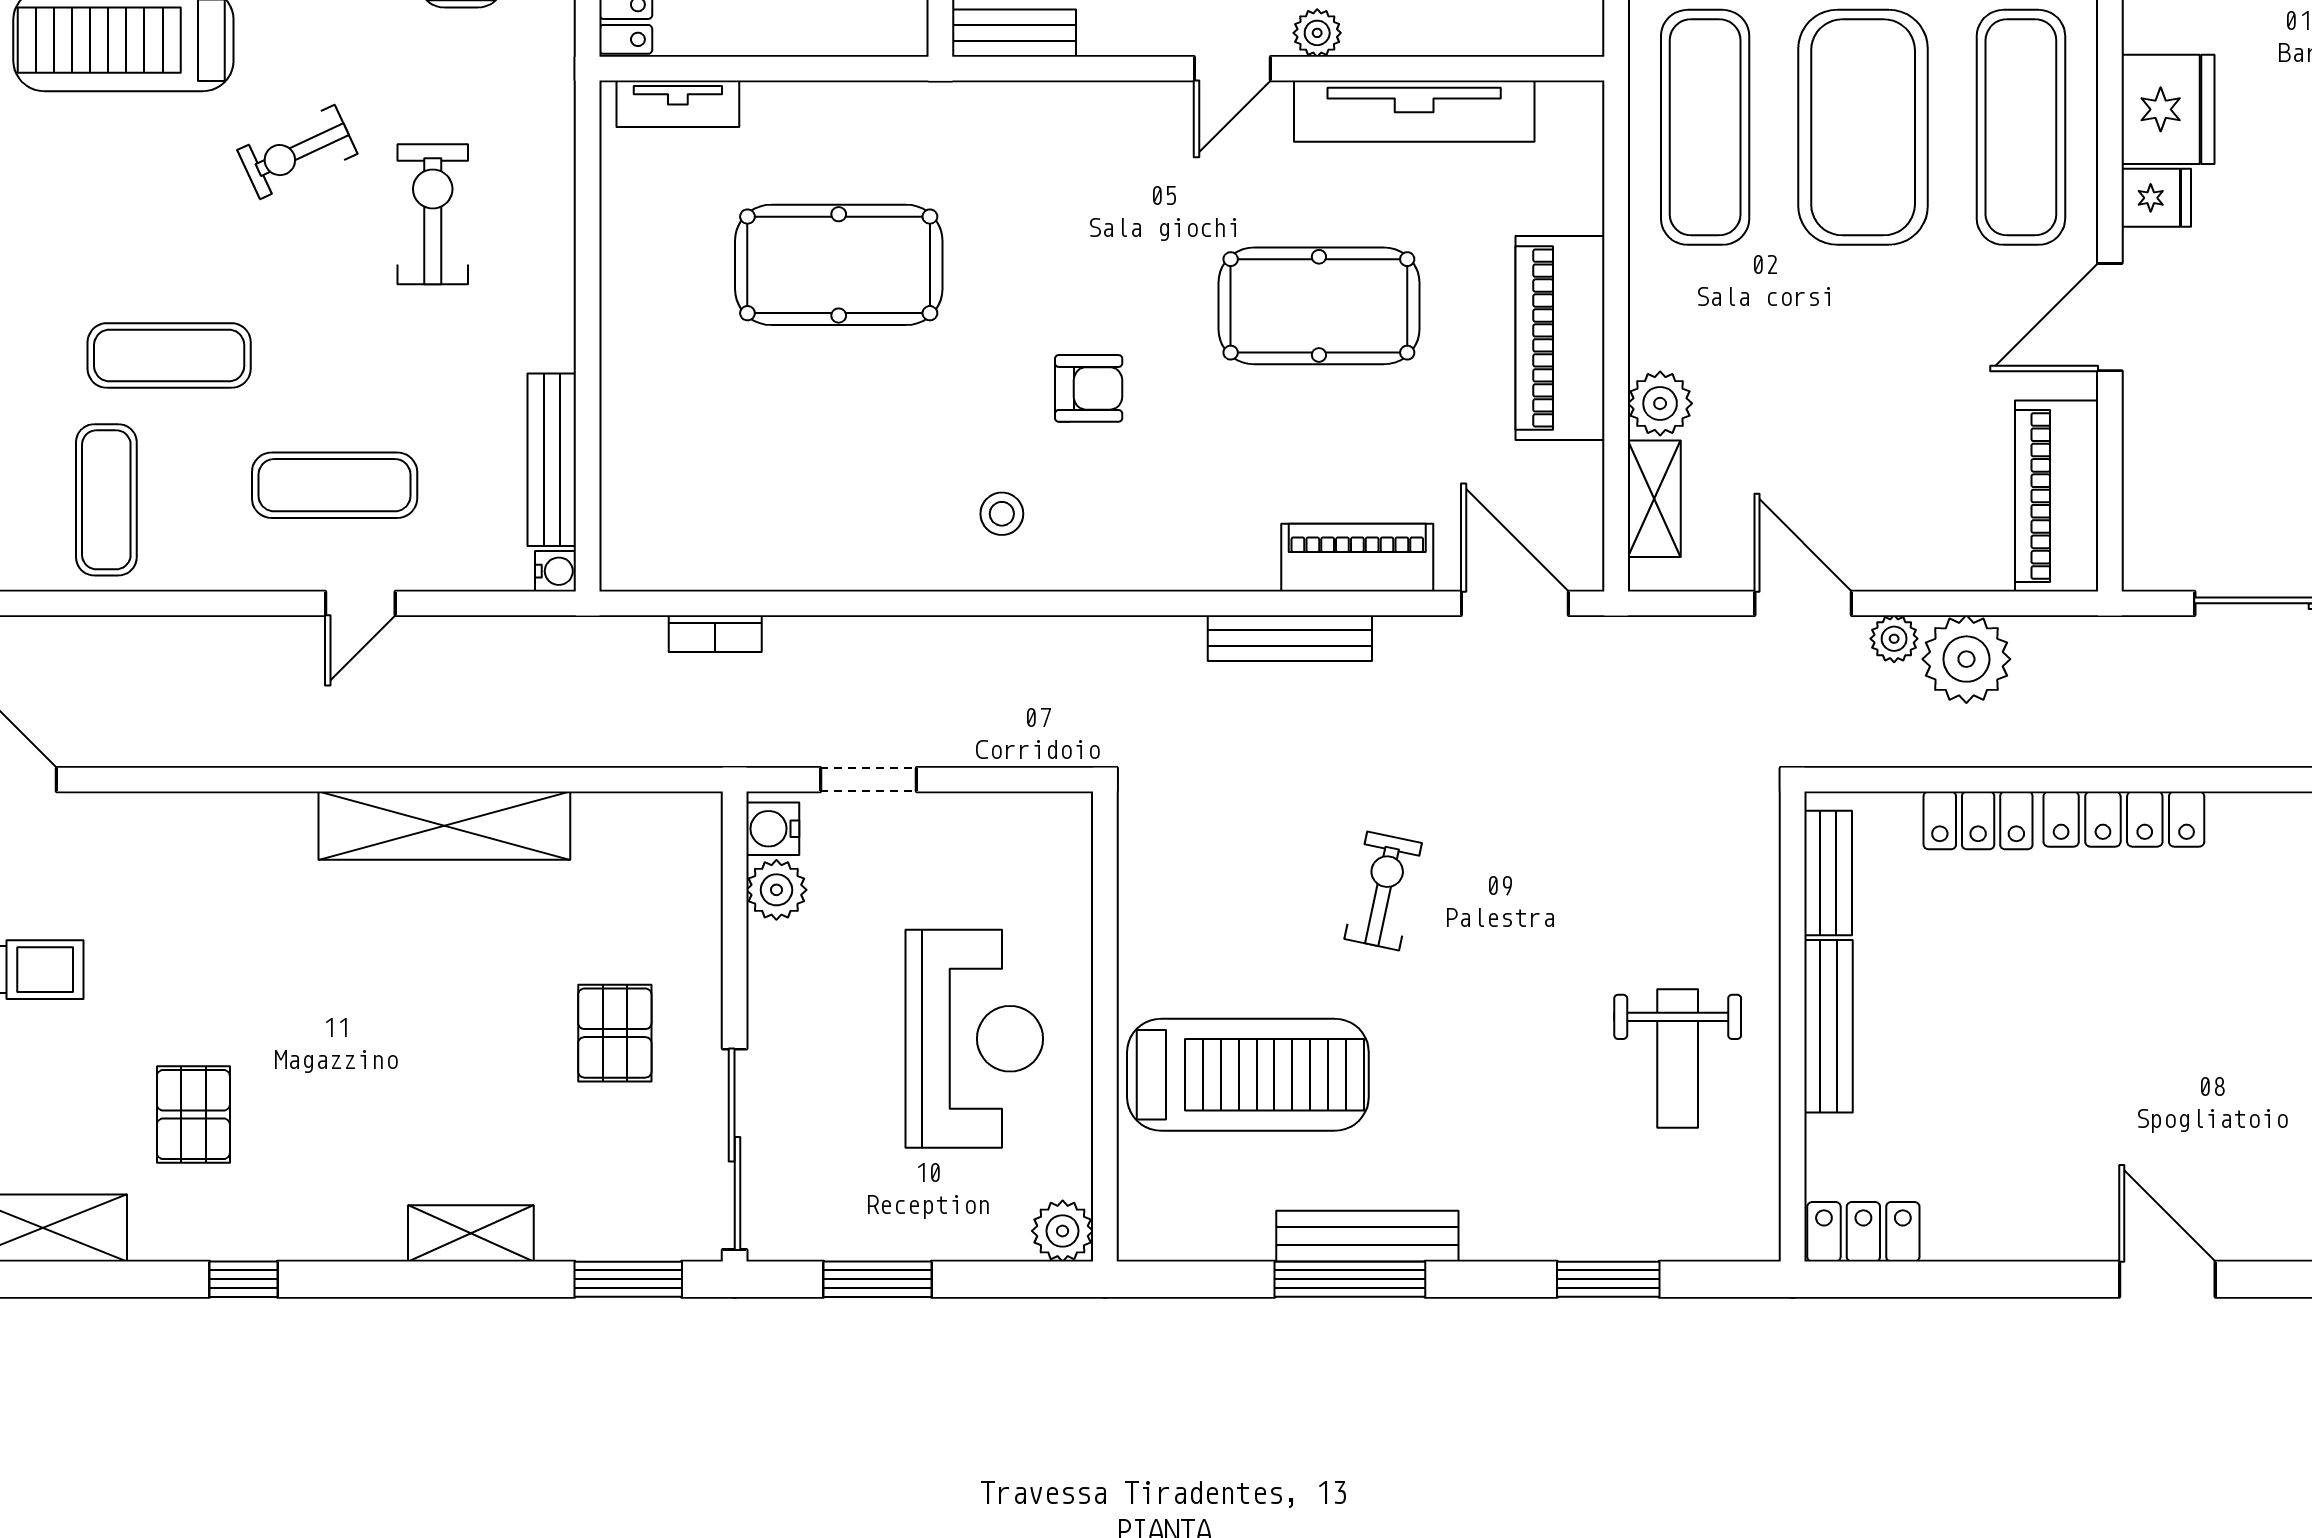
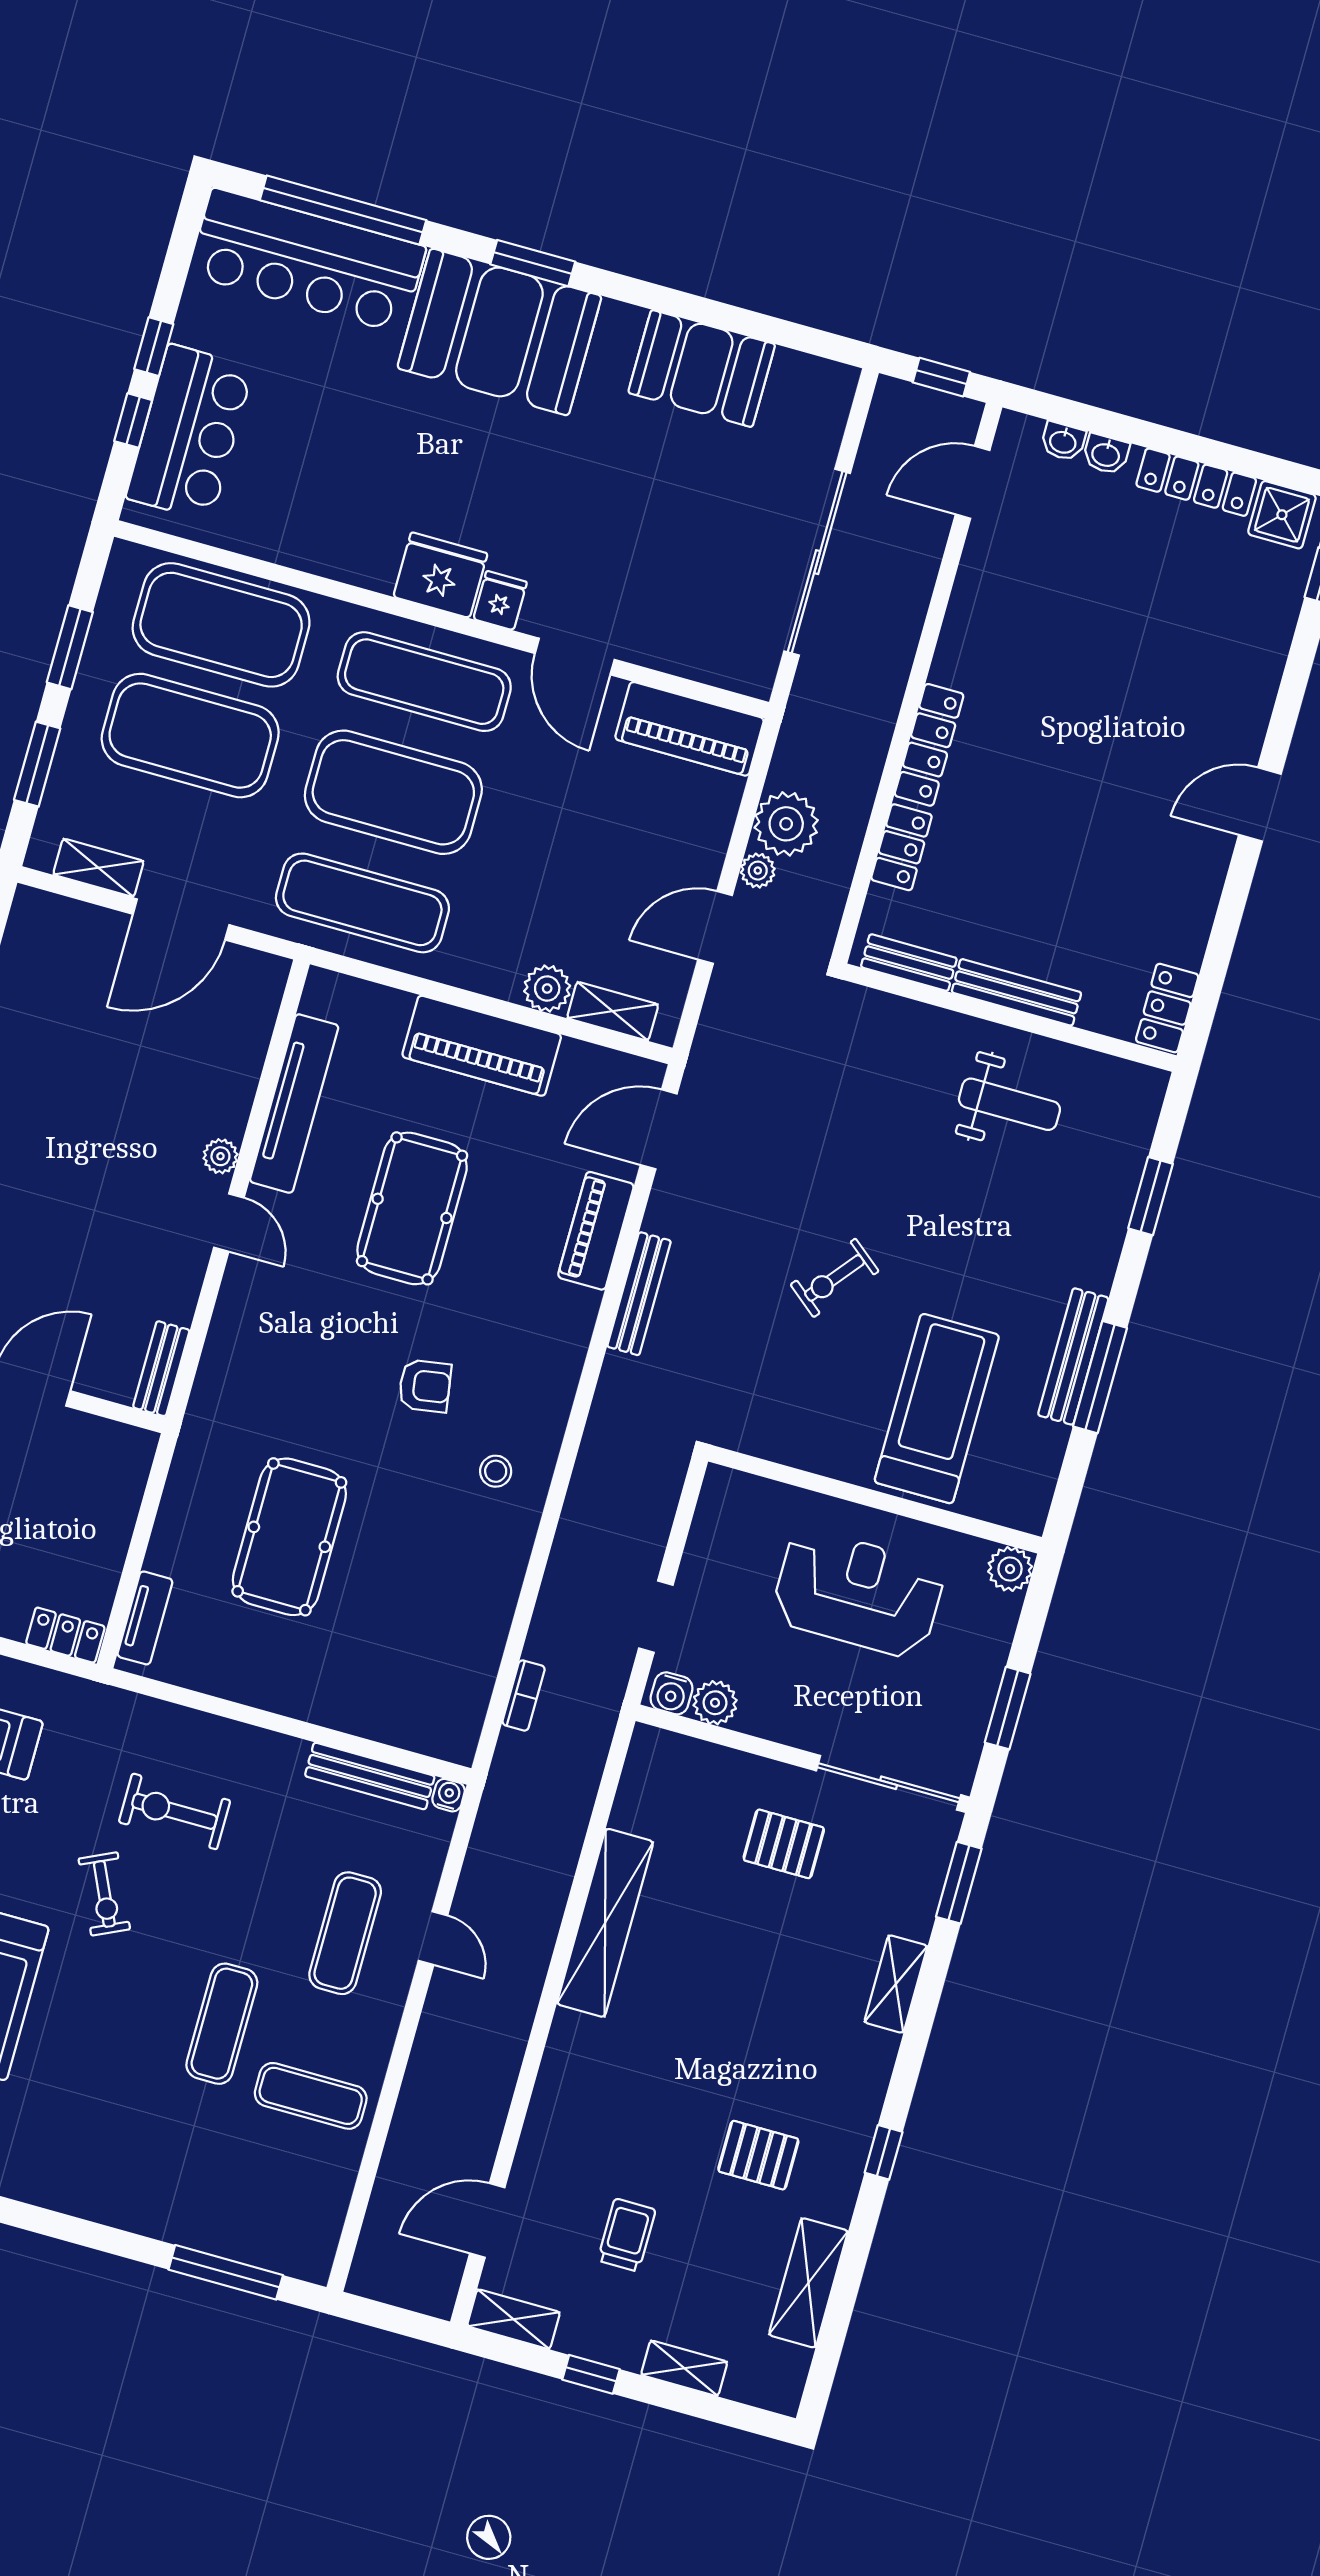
armchair: (1089, 388) -> (425, 1386), turned 81
exercise bike: (1383, 891) -> (835, 1278), turned -63

